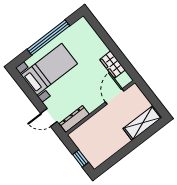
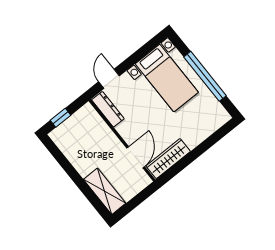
wardrobe: (113, 65) -> (168, 159), width x1.50
door: (115, 97) -> (136, 157), hinge flipped

